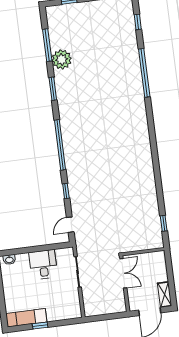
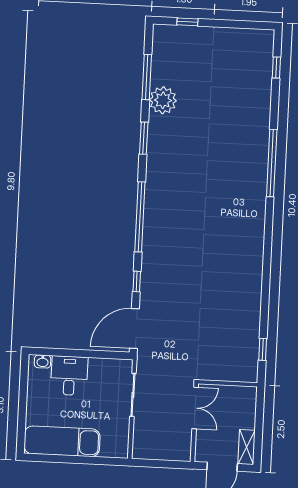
window: (144, 73) -> (272, 163), moved
door: (70, 225) -> (134, 329), width x1.88
desk: (43, 265) -> (69, 376), moved
exam couch: (26, 318) -> (62, 441), width x1.36, depth x1.45
window: (40, 326) -> (69, 459), removed

